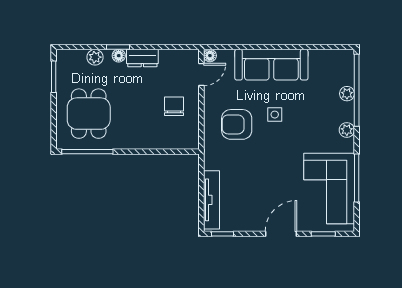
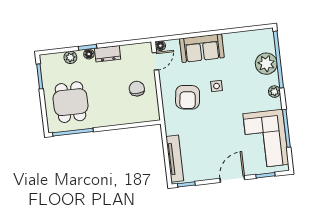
sofa: (271, 65) -> (202, 48), width x0.73
plant: (347, 94) -> (266, 64), width x1.88, depth x1.88
armchair: (237, 124) -> (188, 97), turned -83

